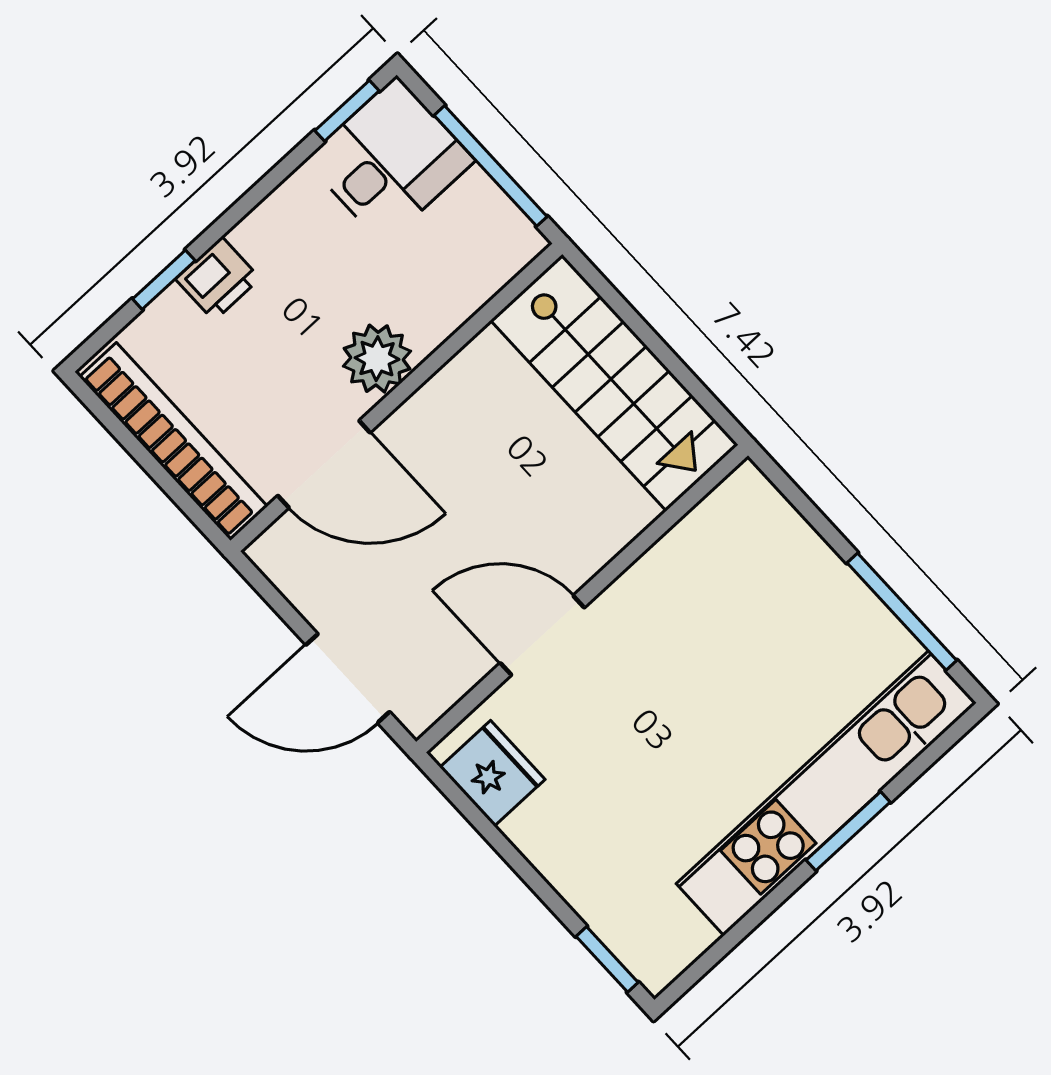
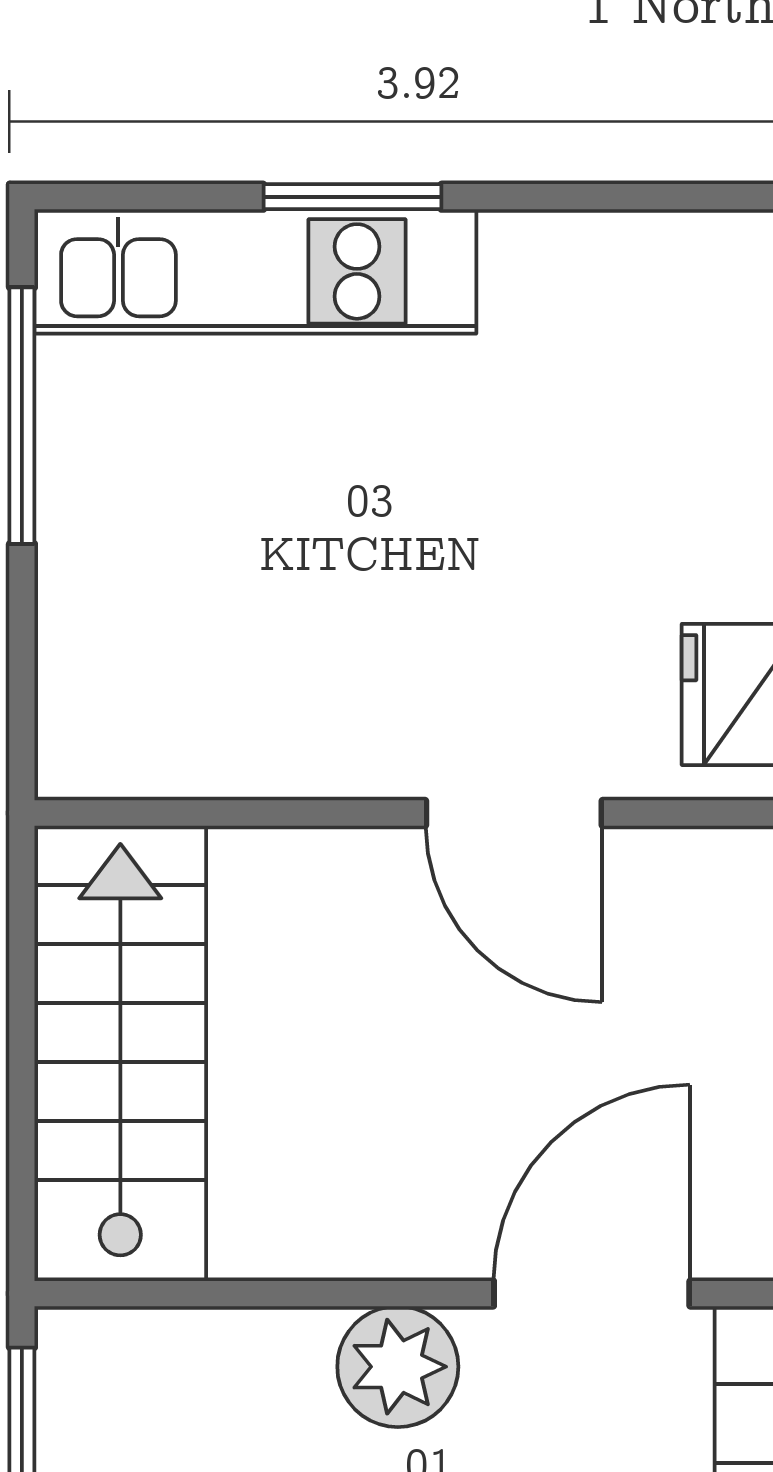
door: (324, 464) -> (592, 1294), hinge flipped
kitchen unit: (826, 793) -> (255, 271), width x0.73

